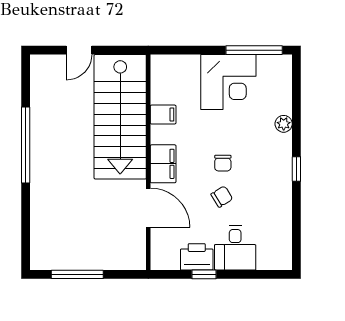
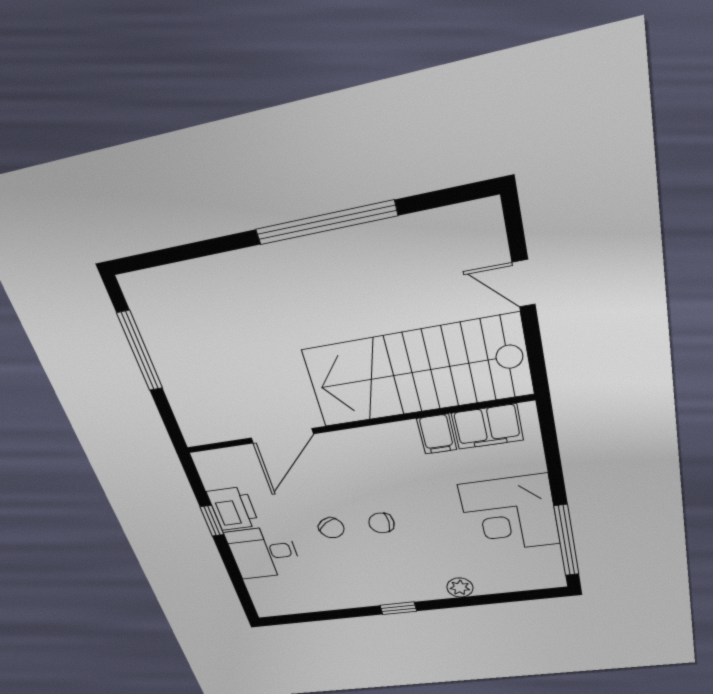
filing cabinet: (163, 164) -> (487, 427), moved

